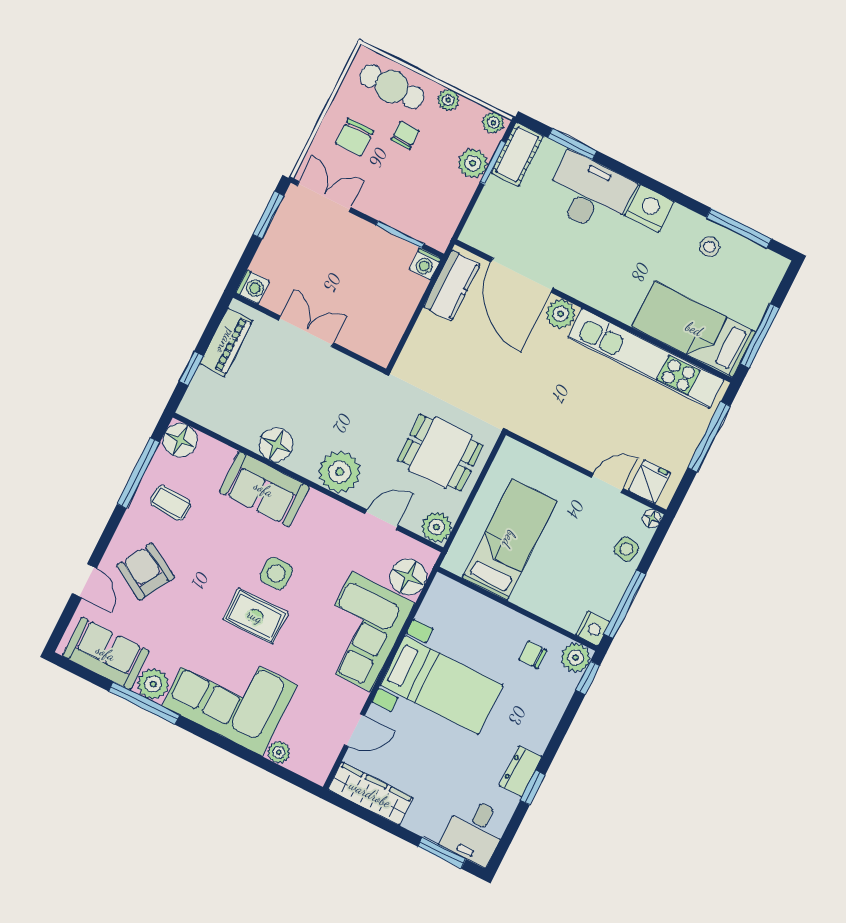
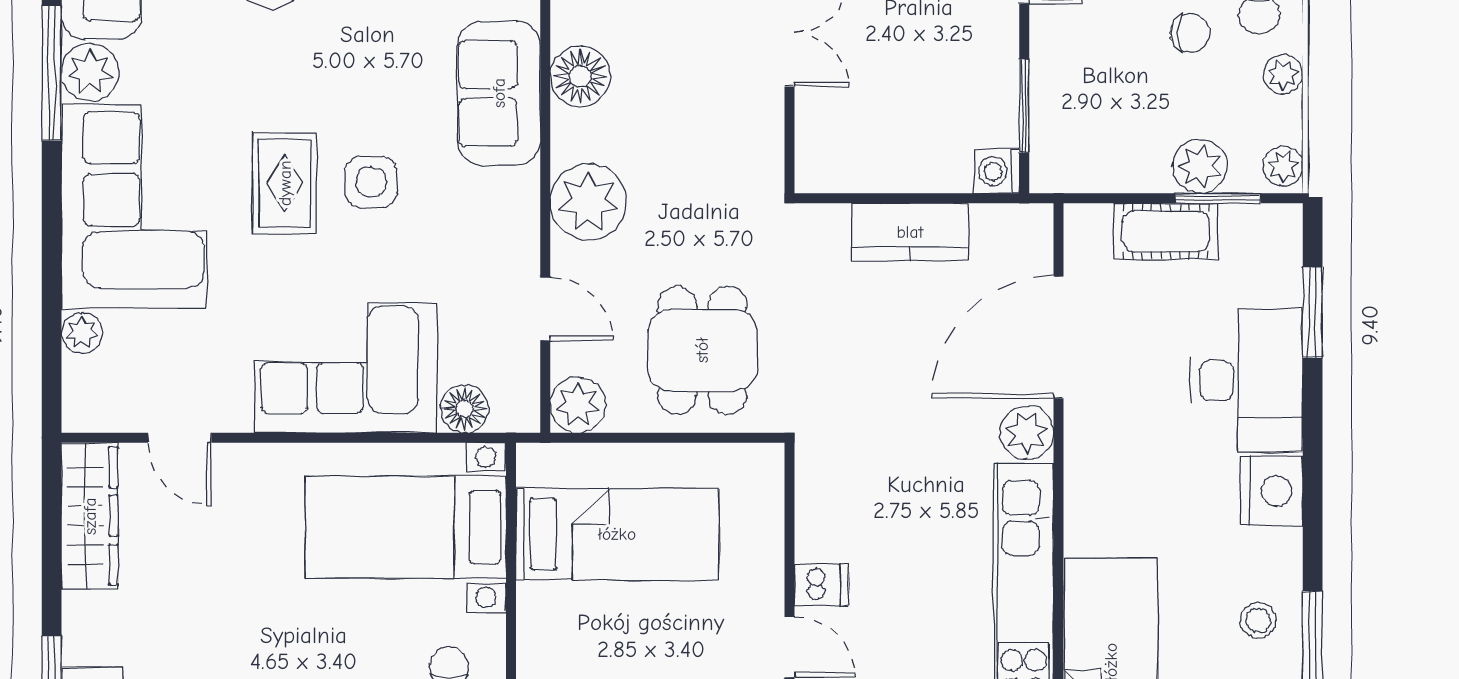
cot: (517, 154) -> (1166, 231), moved
kitchen counter: (452, 286) -> (910, 232), moved
dishwasher: (585, 452) -> (822, 585), added
floor lamp: (408, 577) -> (465, 409), width x0.73, depth x0.73
bed with nightstands: (442, 685) -> (406, 527), moved, turned 90

